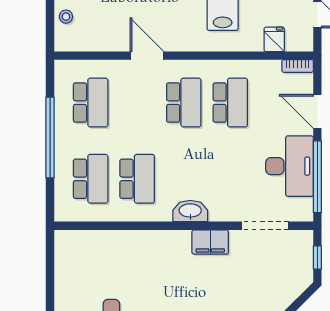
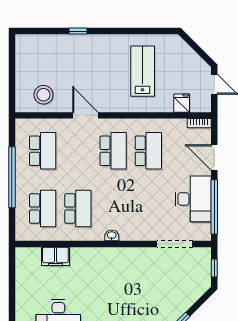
stool: (66, 17) -> (43, 95), moved, width x1.89, depth x1.89
washbasin: (190, 211) -> (112, 235), width x0.52, depth x0.69
filing cabinet: (210, 242) -> (55, 256), moved

